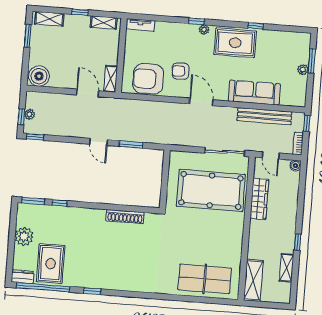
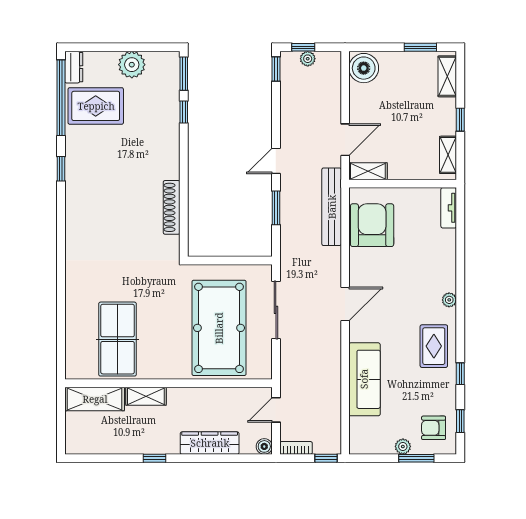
window: (197, 21) -> (460, 421), moved
rug: (235, 43) -> (434, 346), width x0.73, depth x0.70
armchair: (181, 71) -> (434, 428), moved, turned -87
bench: (264, 116) -> (332, 207), moved
sliding door: (225, 152) -> (276, 310), moved
wardrobe: (259, 199) -> (210, 443), moved, turned 180
shelving: (287, 268) -> (146, 396), moved
table tennis table: (205, 279) -> (118, 339), moved

